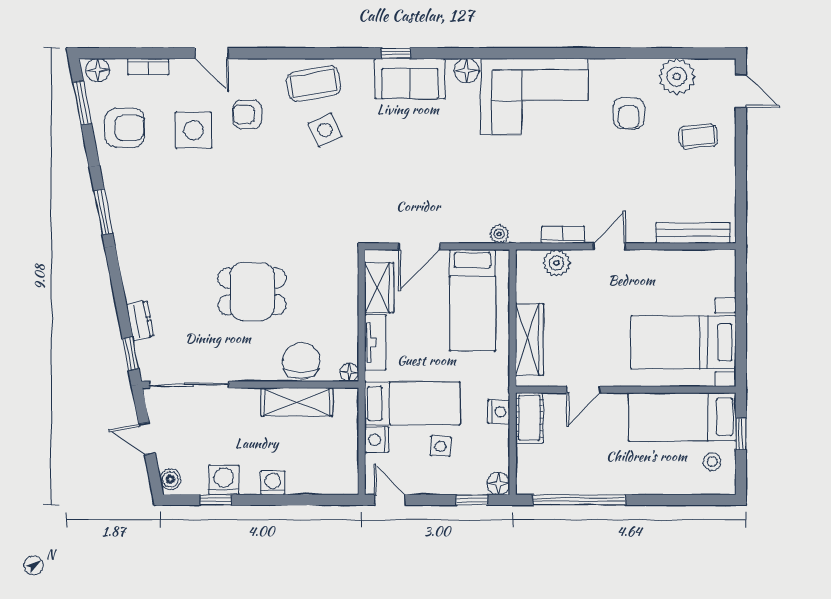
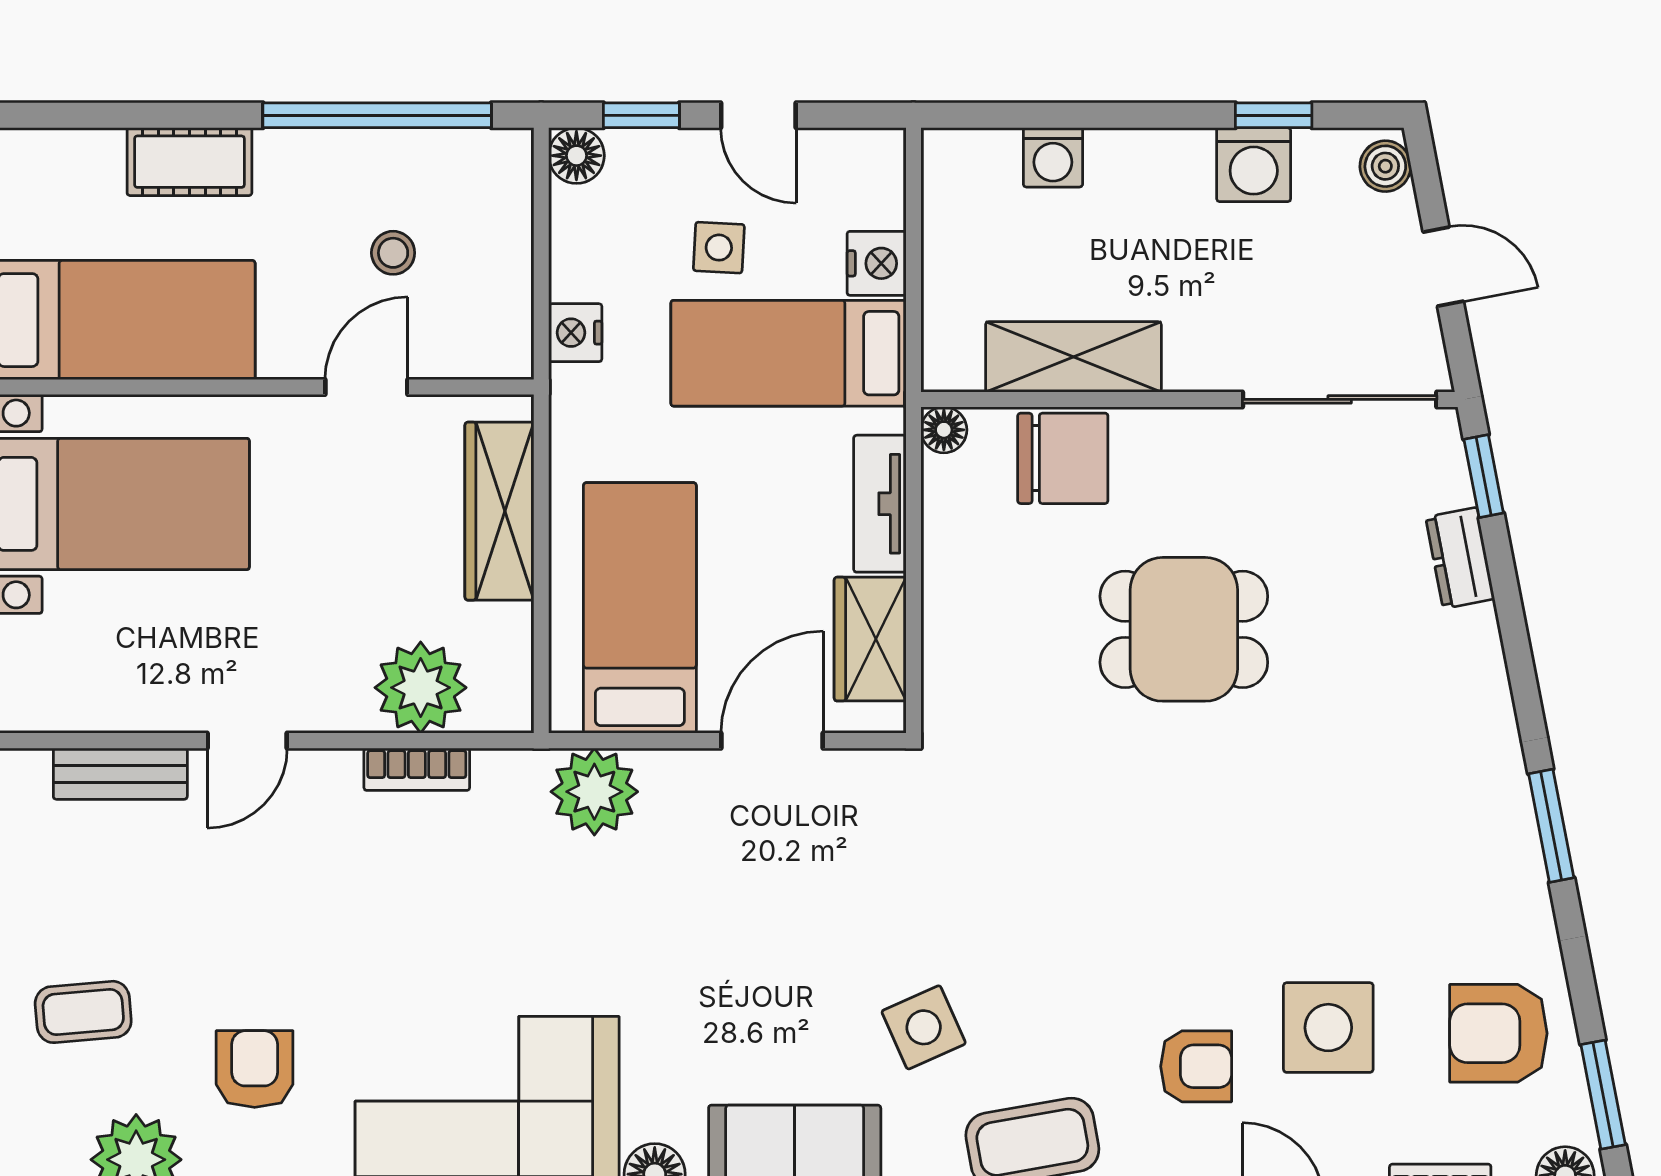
side table: (325, 130) -> (924, 1027), moved
bench: (693, 233) -> (120, 774), width x0.73
plant: (499, 234) -> (594, 792), width x1.87, depth x1.87
door: (609, 246) -> (247, 741), moved
plant: (556, 263) -> (421, 688), width x1.36, depth x1.36
chair: (301, 361) -> (1063, 458), turned -90
cot: (529, 418) -> (189, 162), moved, turned 90
stool: (712, 462) -> (393, 253), moved
washing machine: (273, 483) -> (1053, 157), moved
door: (390, 500) -> (758, 115), moved

